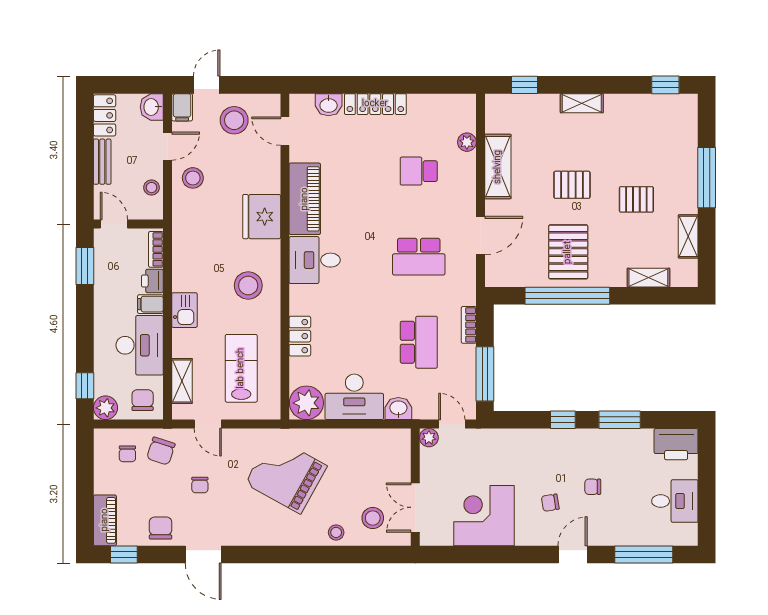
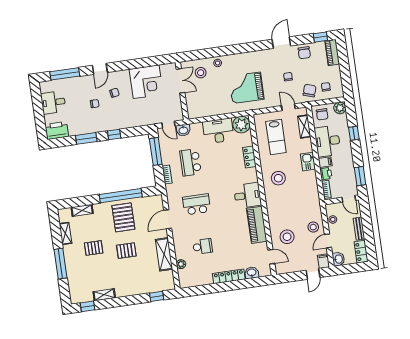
shelving: (582, 103) -> (104, 295), moved
stool: (234, 120) -> (287, 237), moved
fridge: (262, 217) -> (277, 213), removed
window: (85, 386) -> (354, 133), moved
washbasin: (398, 409) -> (183, 130), moved
plant: (429, 438) -> (179, 116), removed
grand piano: (286, 475) -> (246, 88), turned 151
door: (203, 555) -> (281, 43), hinge flipped

